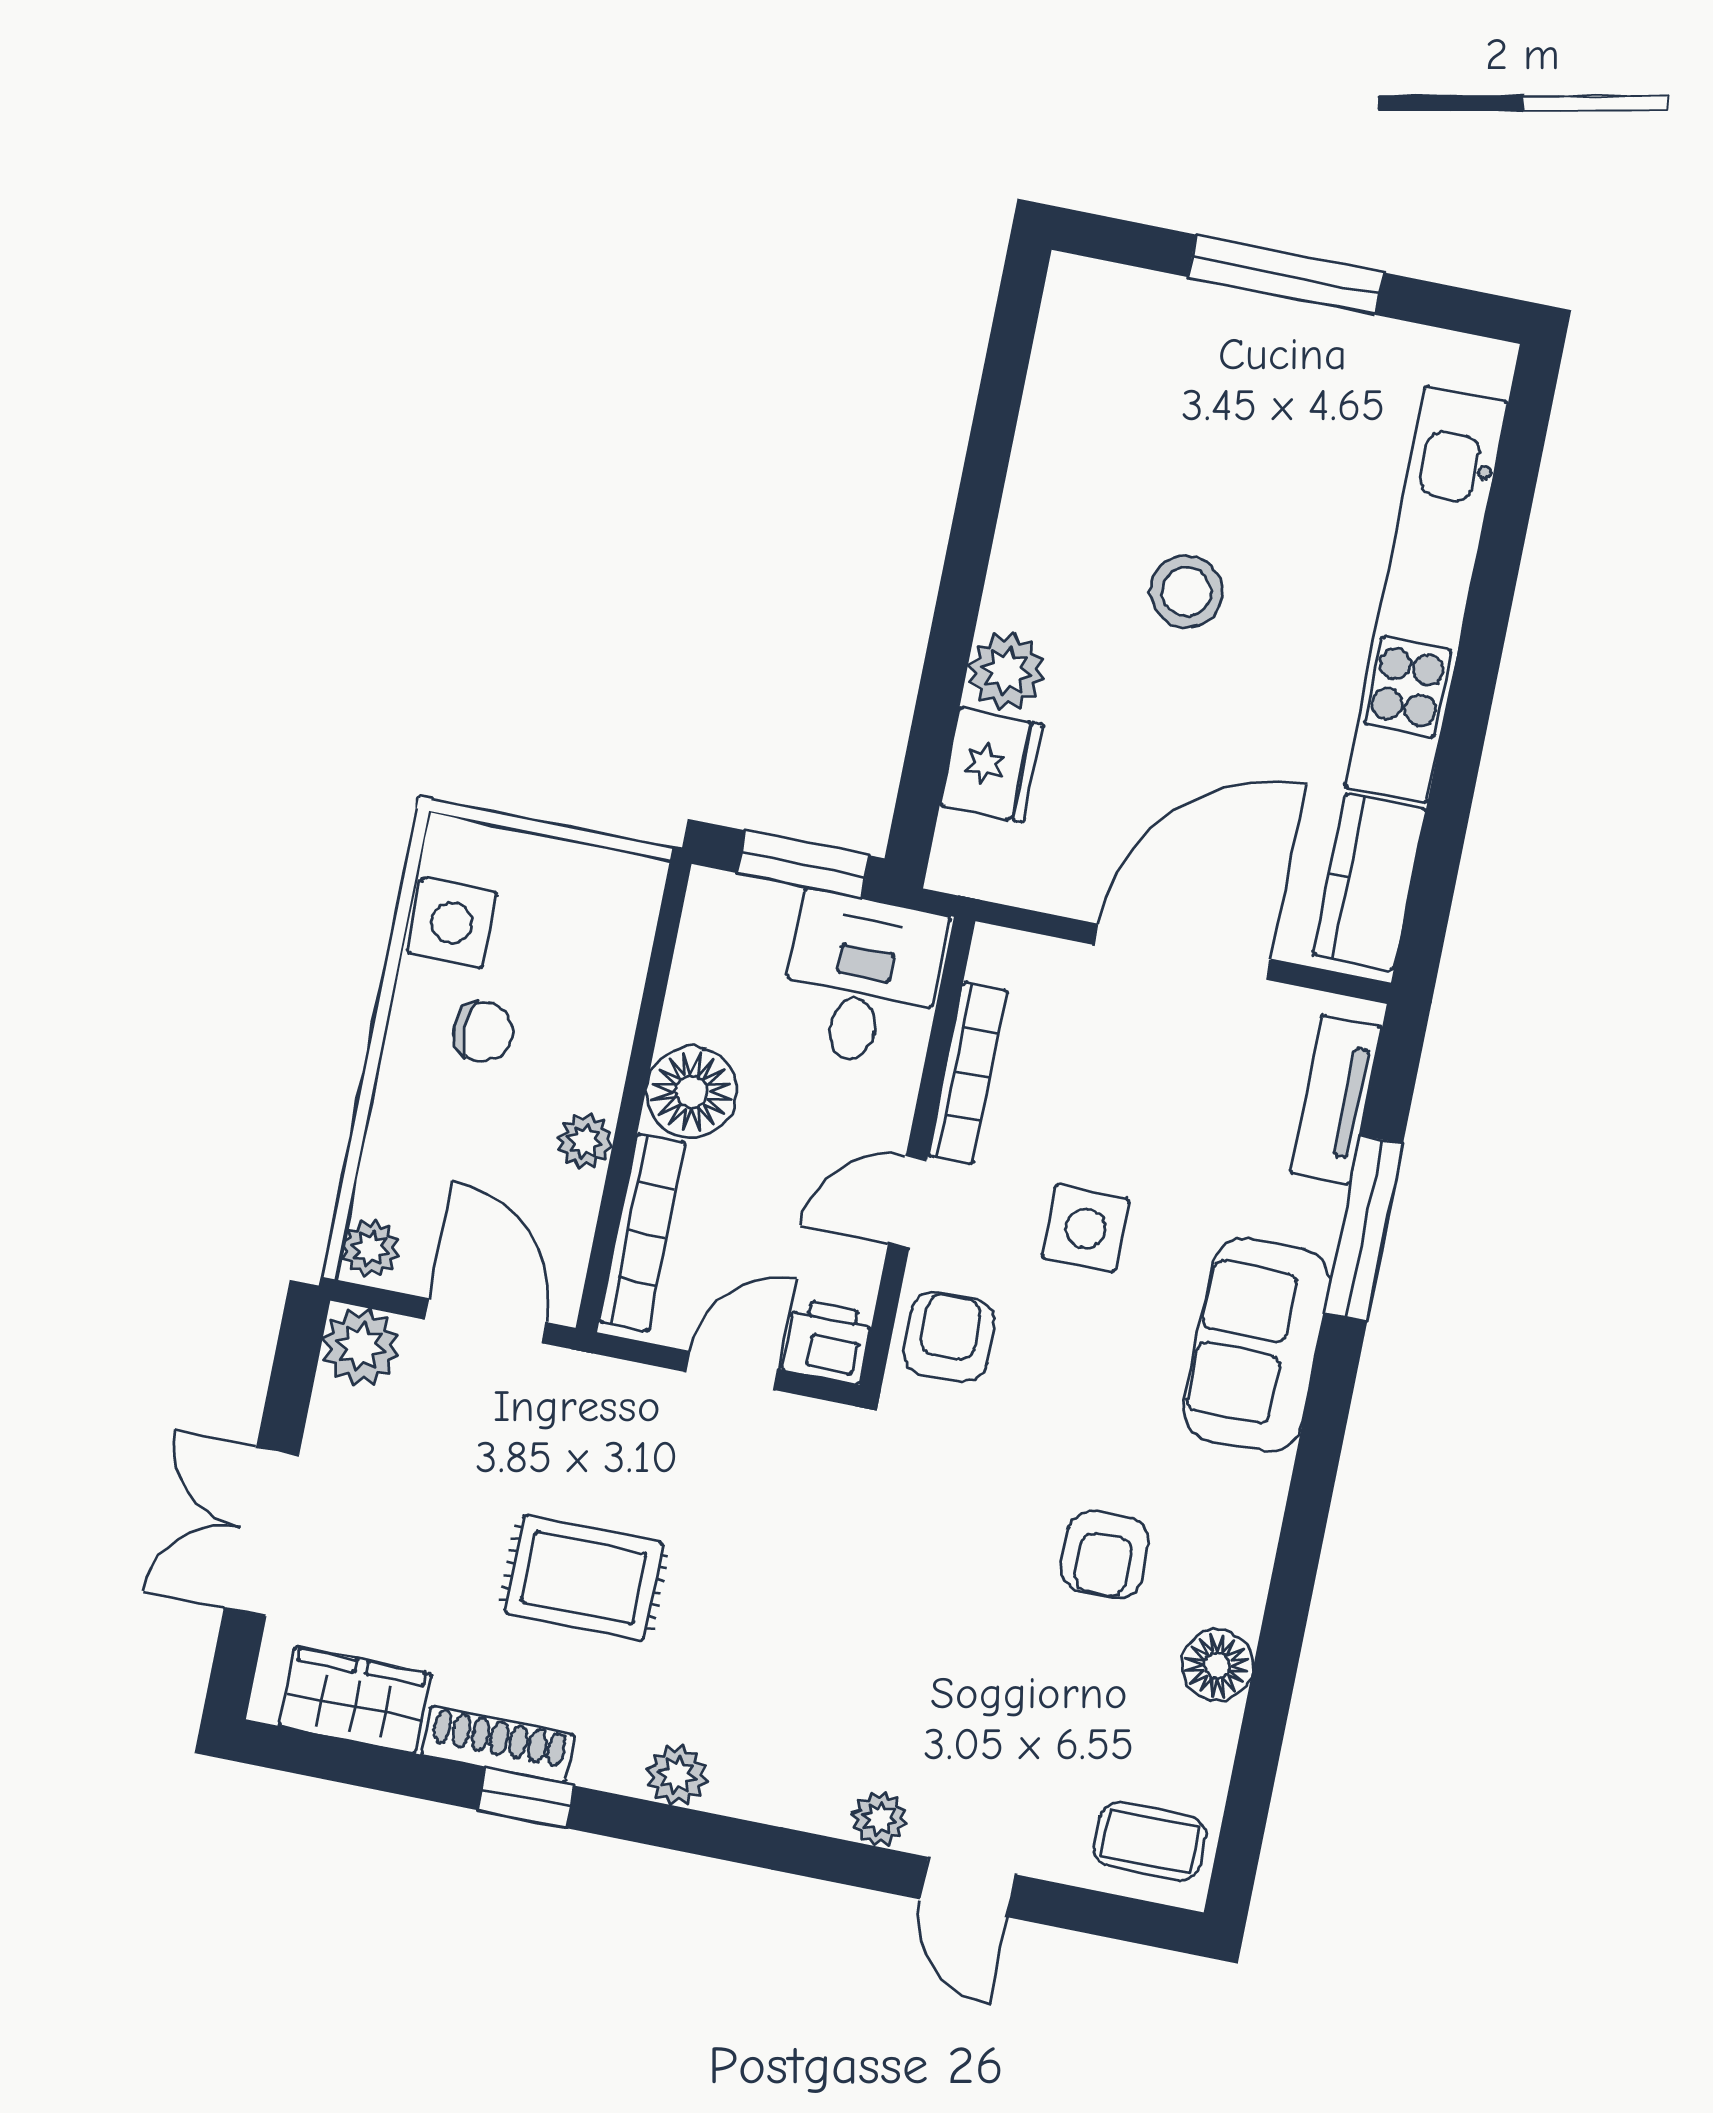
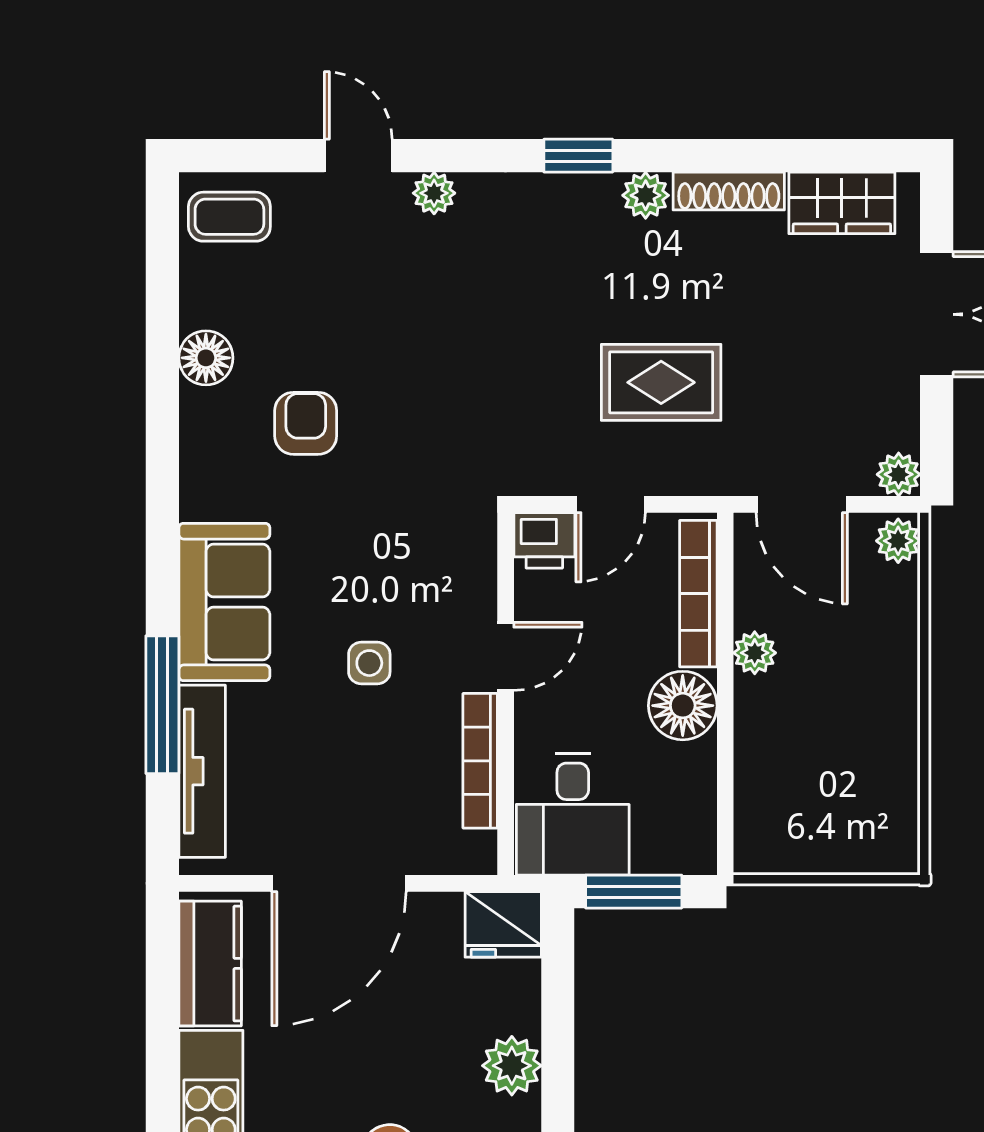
fridge: (992, 765) -> (503, 924), moved, turned -90
side table: (452, 923) -> (886, 795), removed
chair: (483, 1032) -> (847, 719), removed
tv unit: (1336, 1100) -> (202, 771), width x1.41
side table: (1085, 1228) -> (369, 663), width x0.73, depth x0.73
armchair: (949, 1337) -> (454, 562), removed
plant: (361, 1347) -> (899, 474), width x0.73, depth x0.73
rug: (584, 1578) -> (661, 382), moved
plant: (677, 1775) -> (646, 195), moved
window: (526, 1798) -> (578, 156), moved

